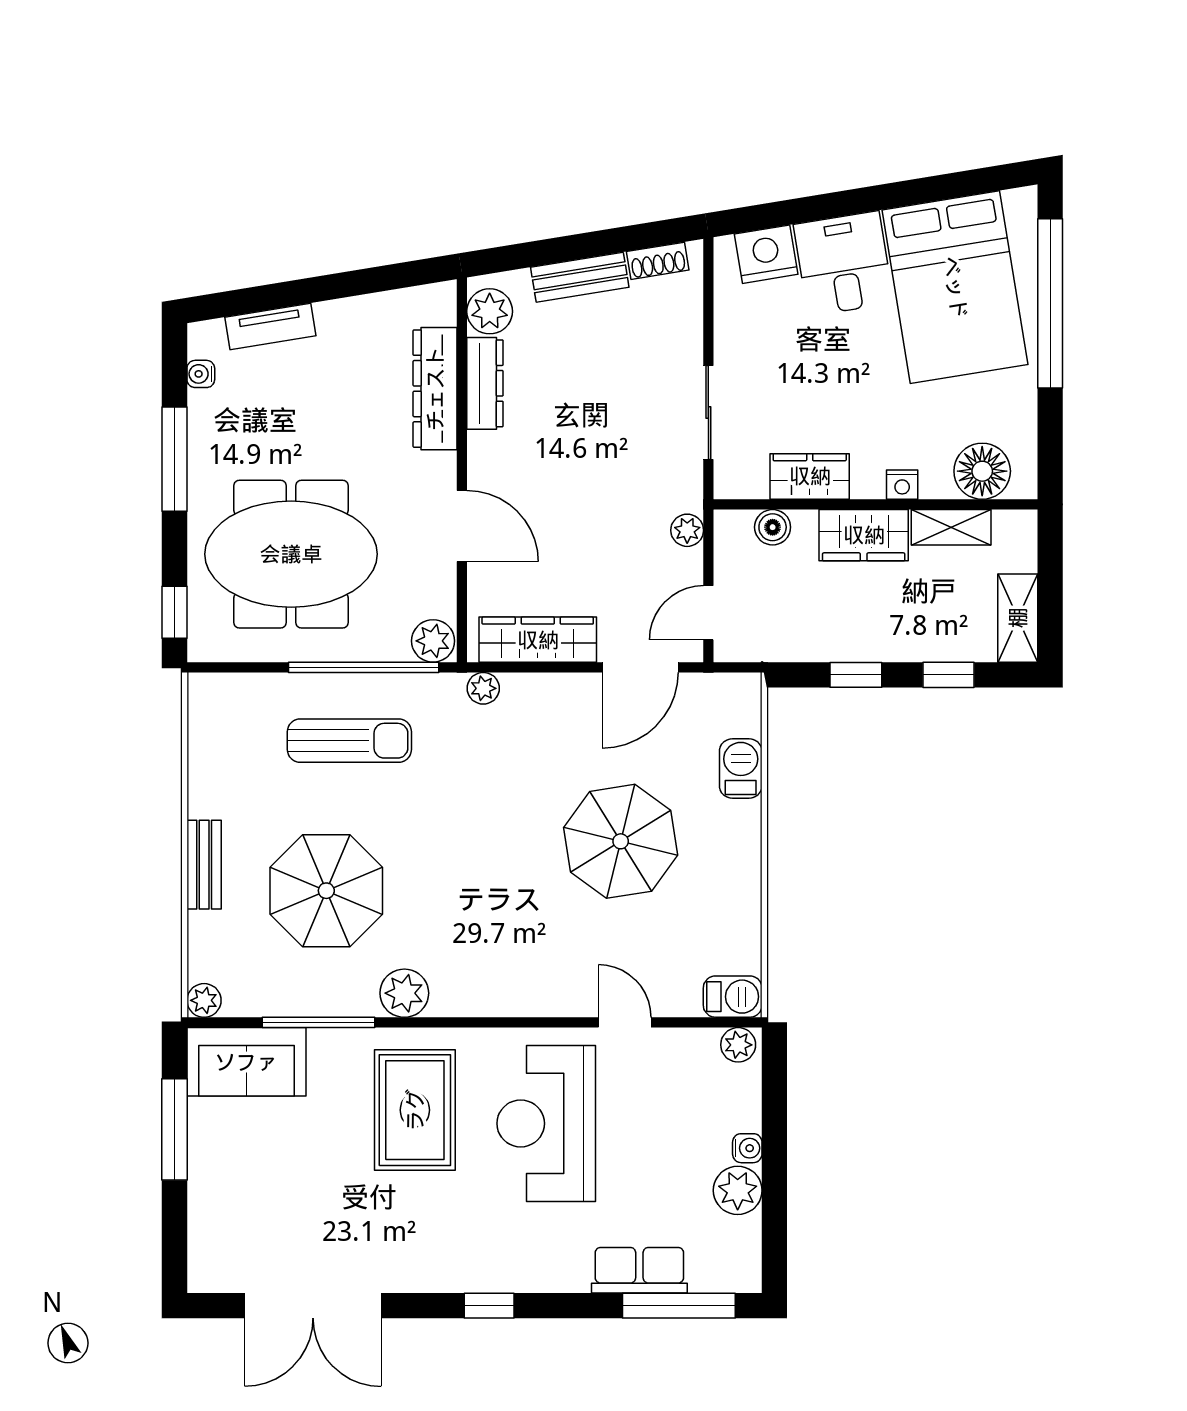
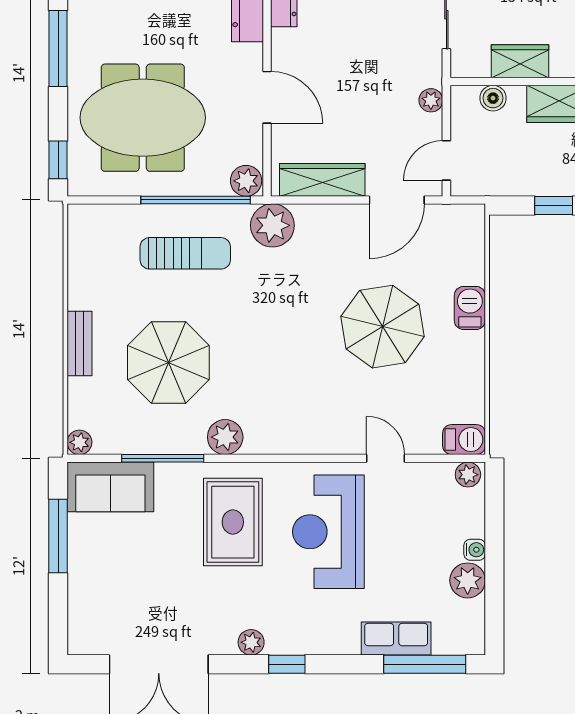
plant: (483, 688) -> (272, 225), width x1.87, depth x1.87
barbecue: (741, 769) -> (470, 308), moved
plant: (440, 1275) -> (251, 642), added

